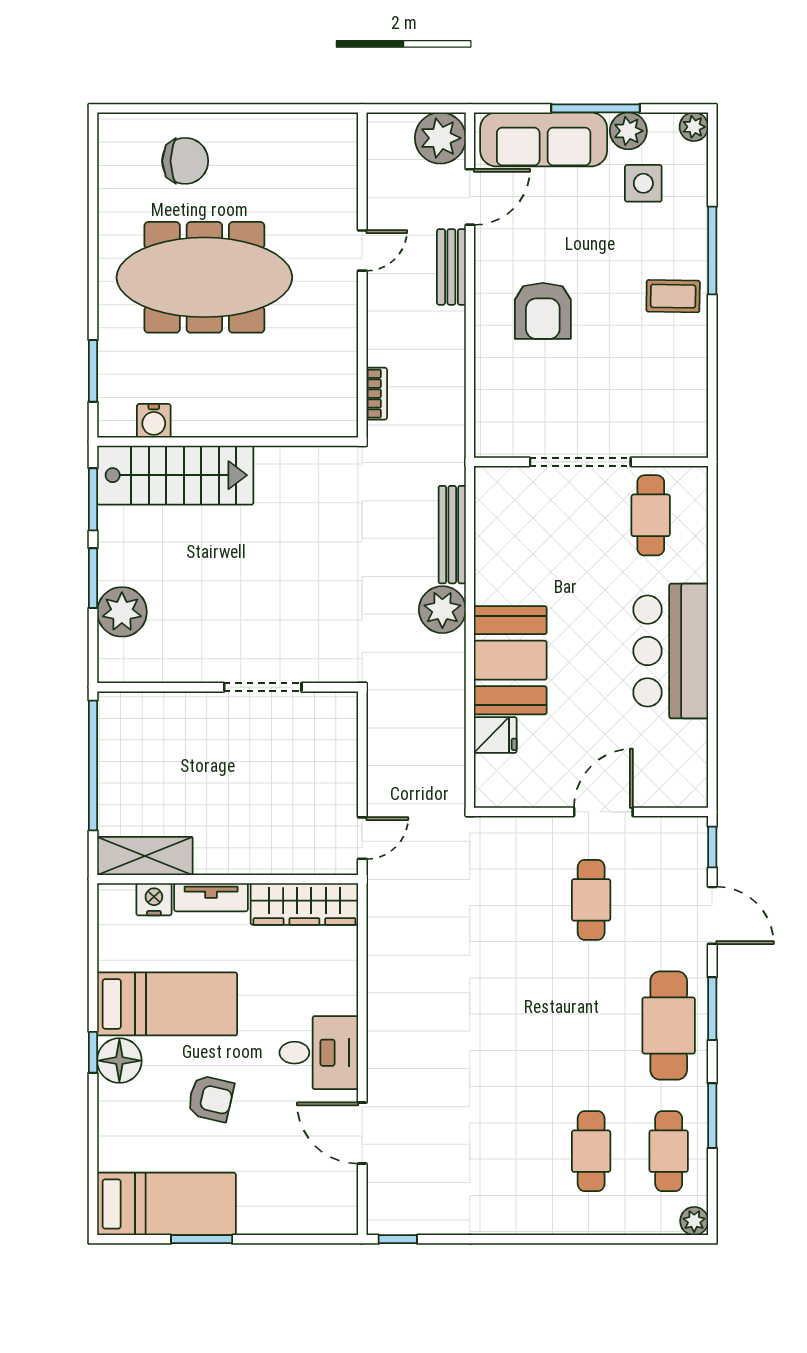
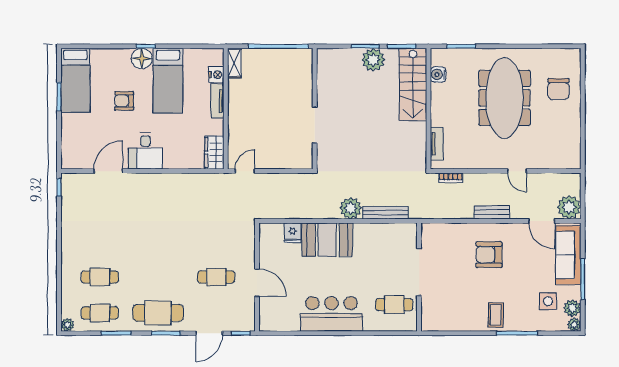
plant: (628, 131) -> (572, 308), moved
bench: (451, 267) -> (492, 212), moved
tv unit: (303, 424) -> (437, 144), added
plant: (122, 612) -> (373, 60), moved
door: (362, 838) -> (245, 171), swing flipped
shelving: (145, 856) -> (234, 63), width x0.67, depth x0.75
wardrobe: (304, 904) -> (214, 153), width x0.67
armchair: (211, 1099) -> (124, 101), turned 77

